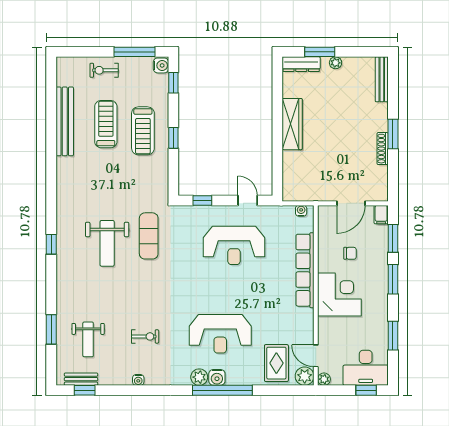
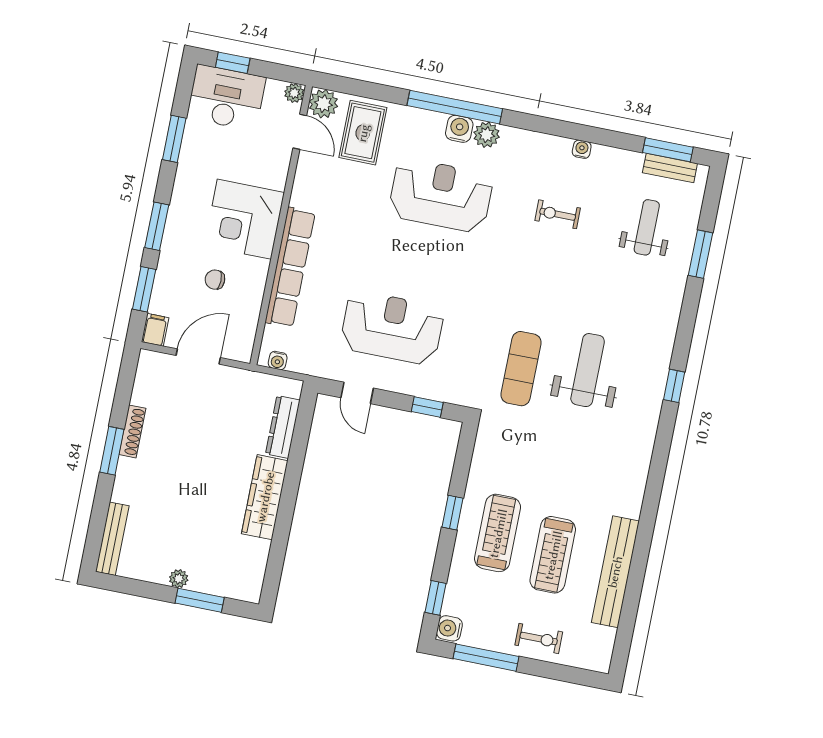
dresser: (301, 64) -> (283, 427), moved, turned -90
window: (85, 390) -> (668, 150), width x1.50

